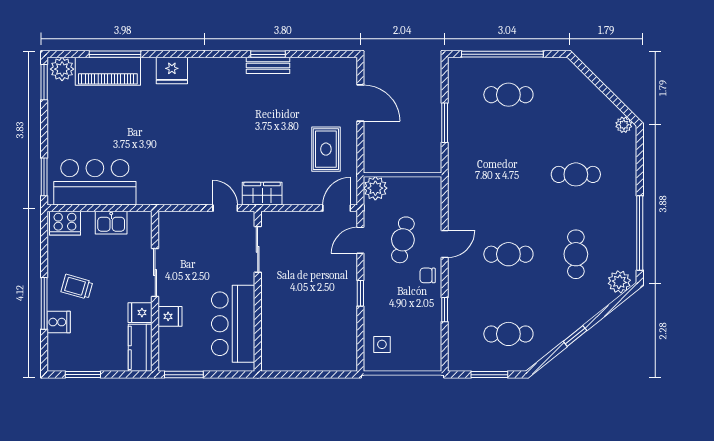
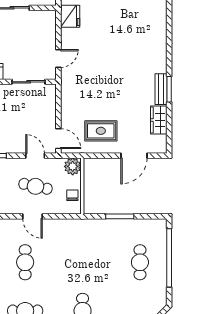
fridge: (172, 71) -> (70, 16), moved, turned 180
wardrobe: (262, 194) -> (159, 120), moved, turned 180
chair: (428, 275) -> (72, 195), moved

